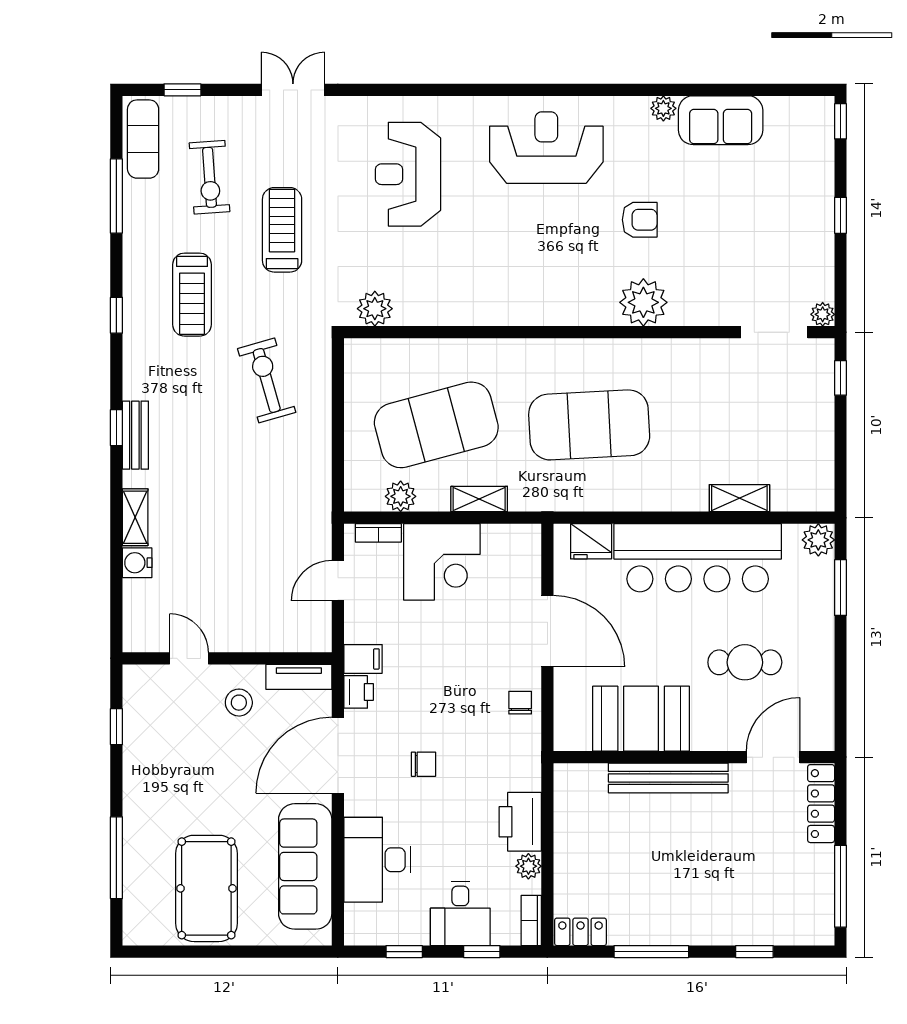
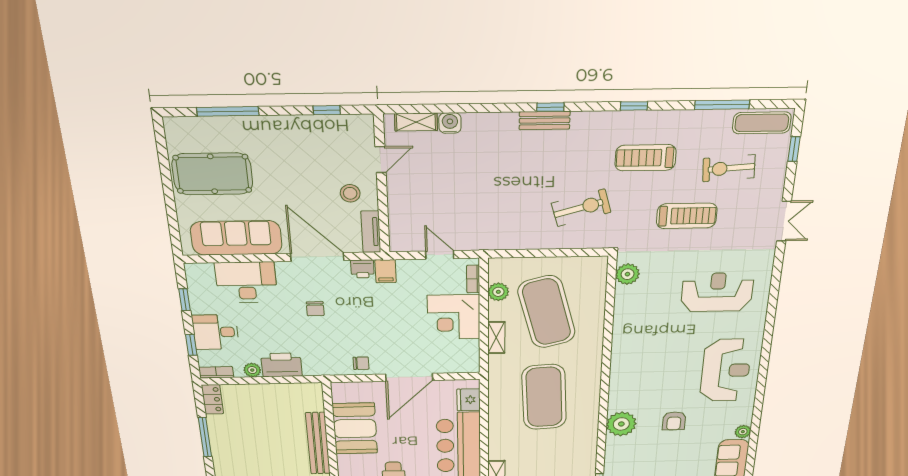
shelving: (135, 517) -> (416, 122), moved

